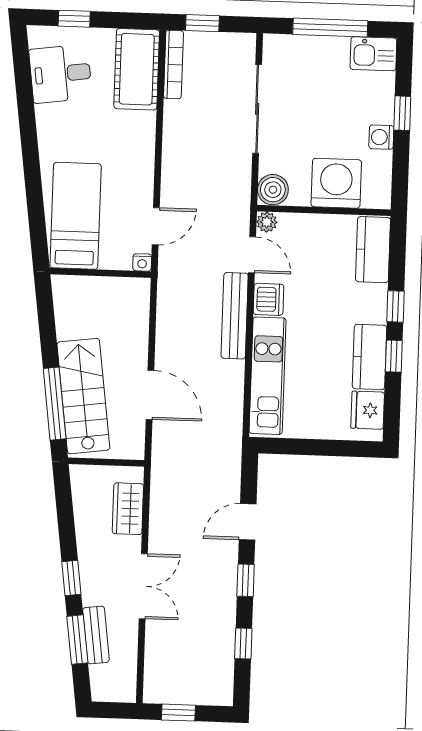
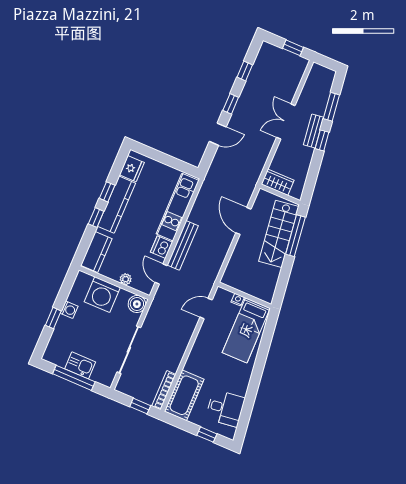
kitchen sink: (373, 54) -> (80, 365), moved
plant: (267, 222) -> (126, 279), moved
nightstand: (142, 262) -> (238, 300), moved
kitchen counter: (369, 357) -> (116, 205), width x1.50
wardrobe: (128, 509) -> (278, 182), moved, turned -90
bench: (96, 635) -> (314, 131), moved

